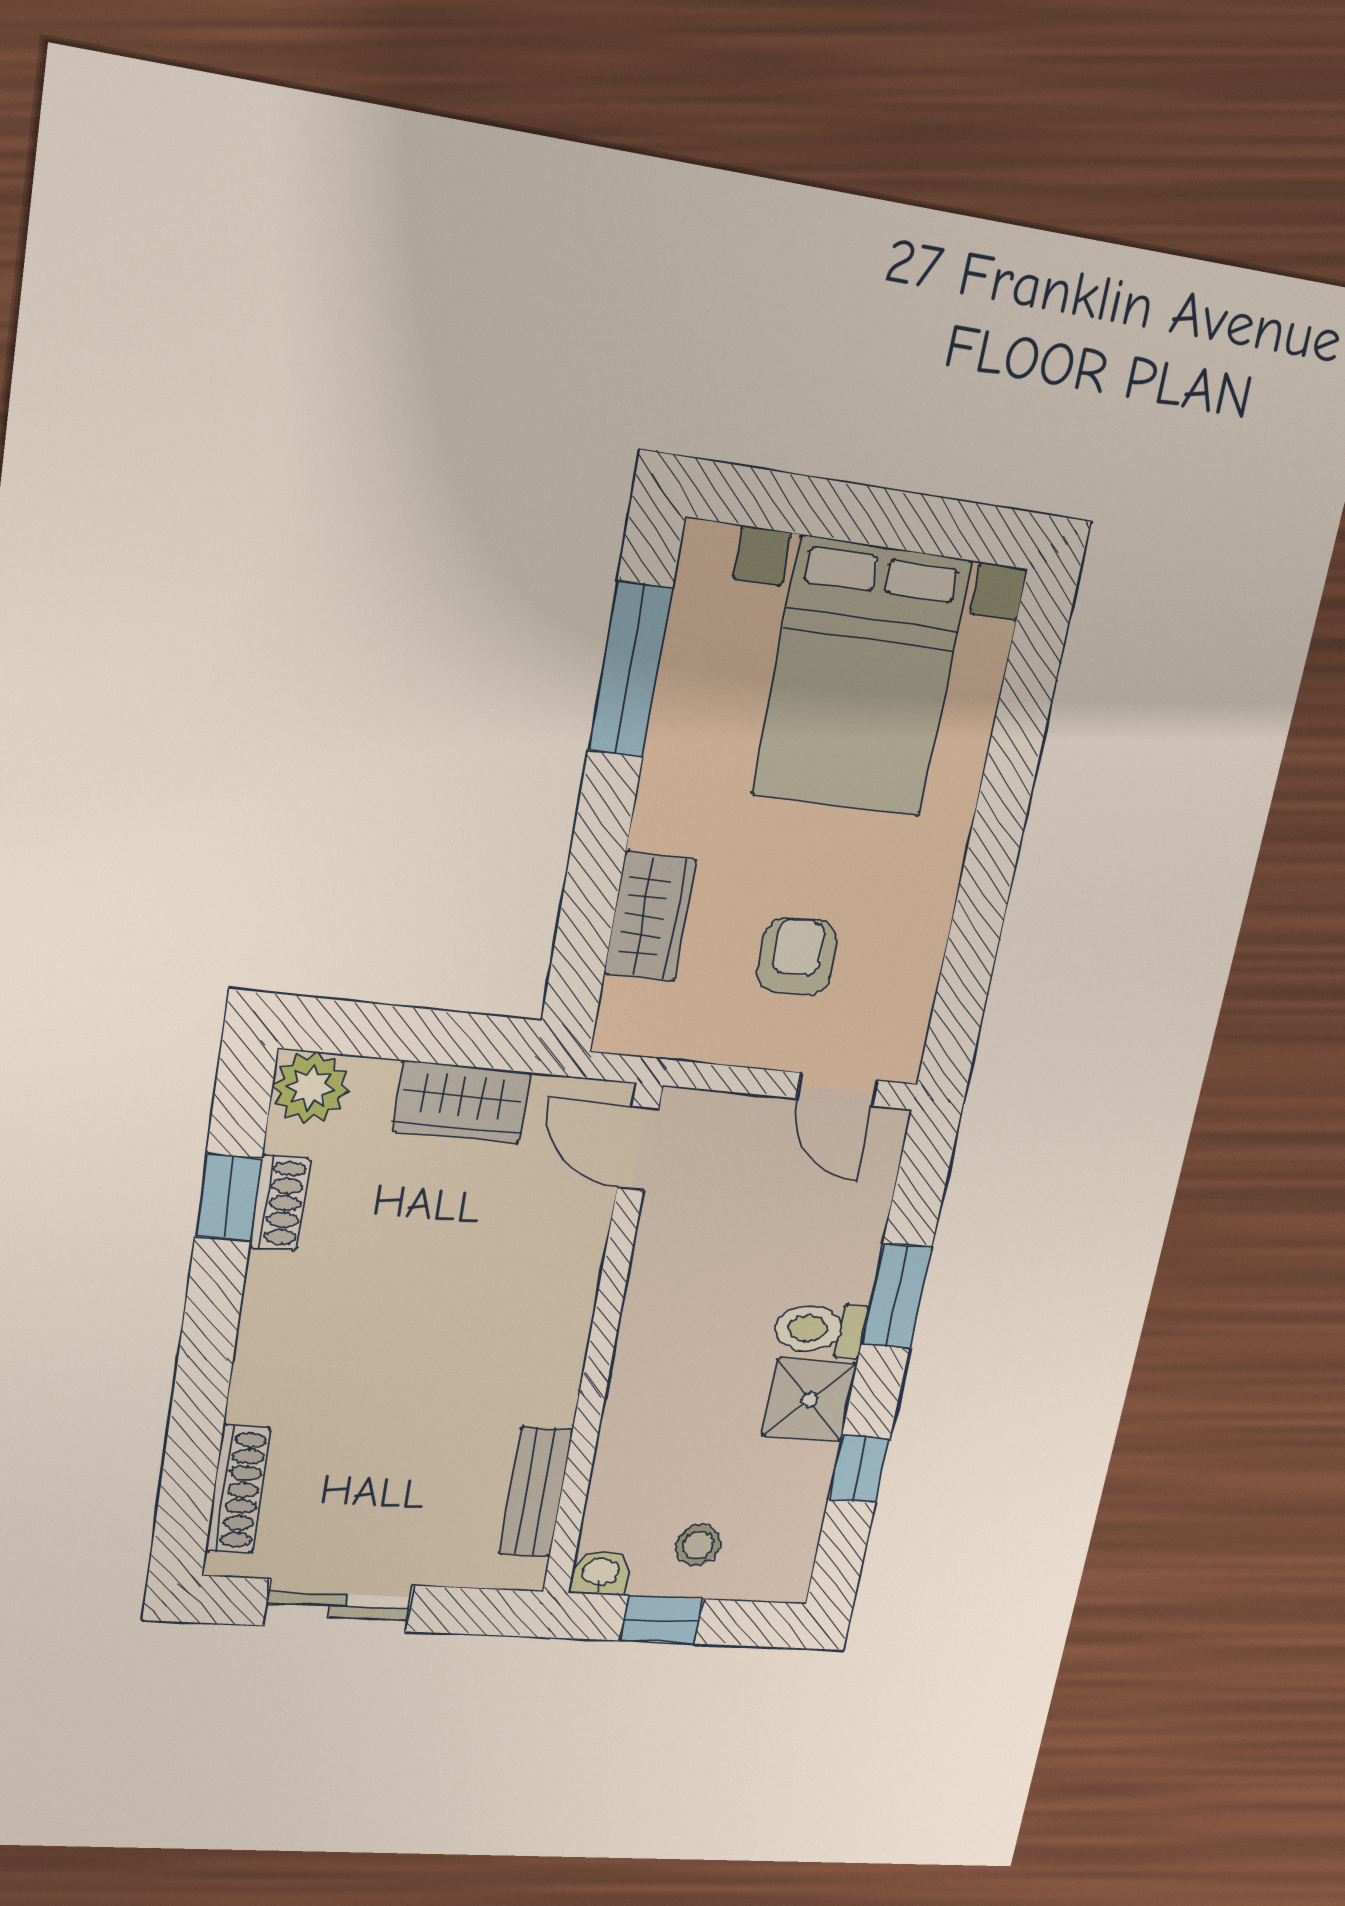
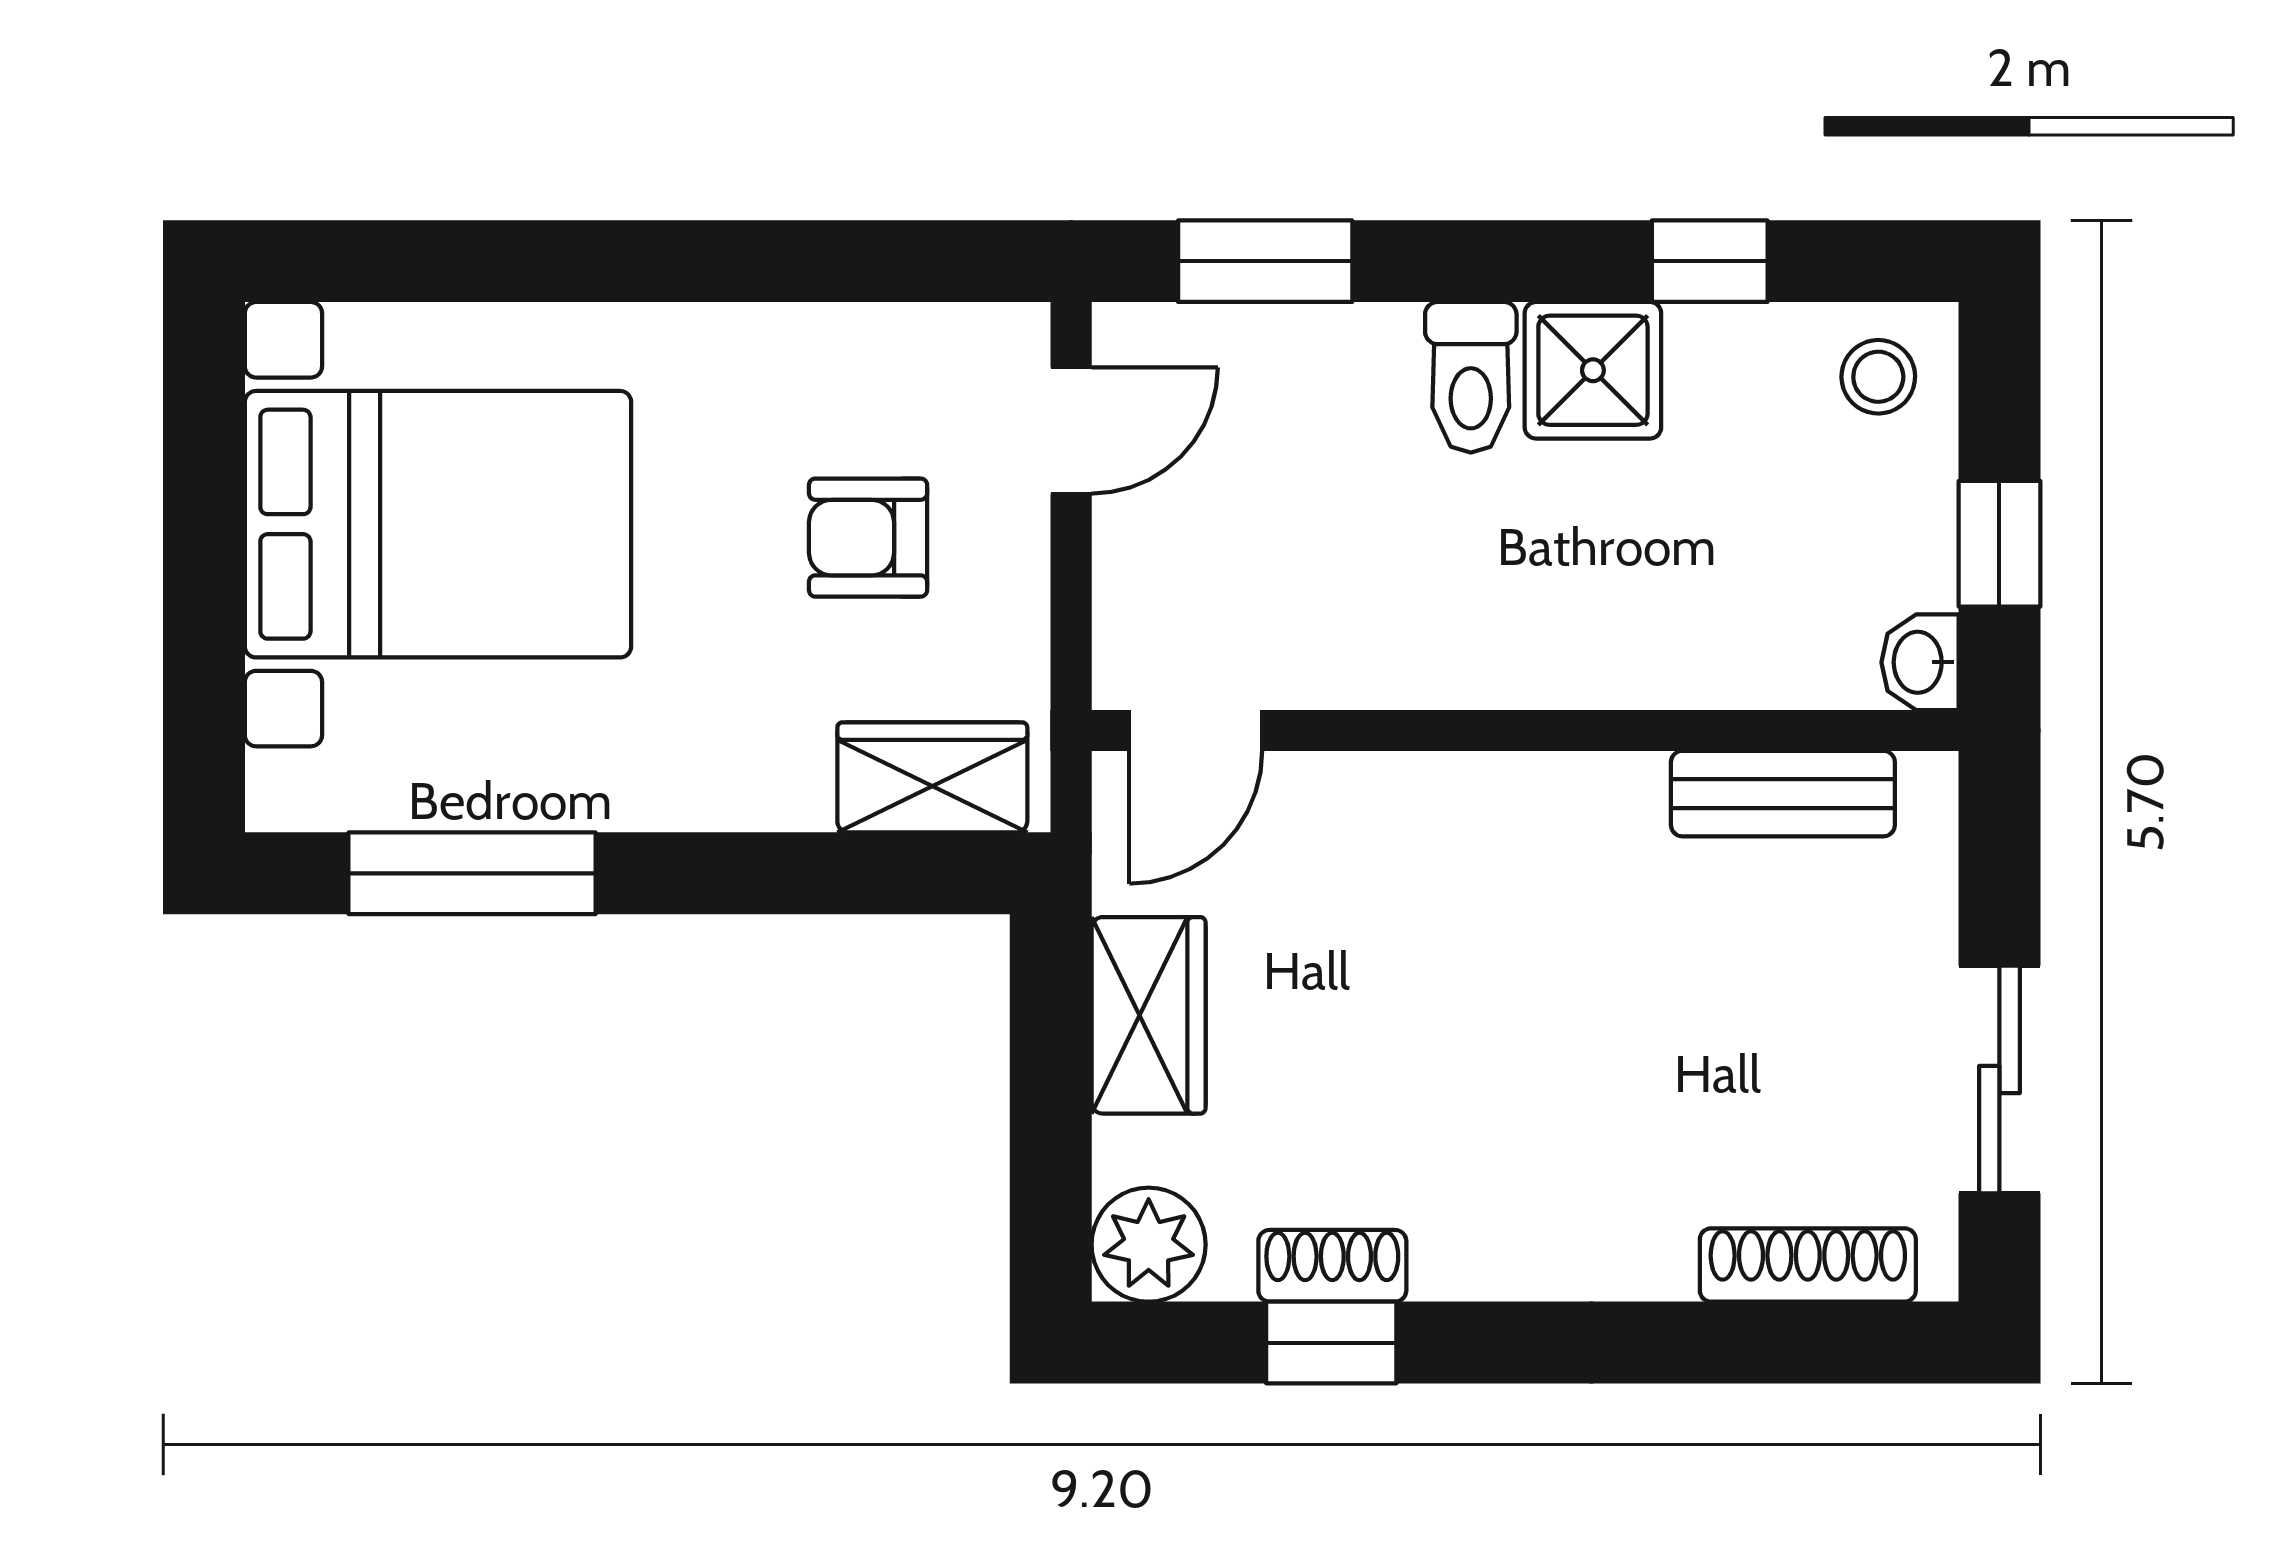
wardrobe: (650, 917) -> (932, 777), moved
window: (896, 1296) -> (1265, 261), moved
stool: (698, 1545) -> (1878, 377), moved

